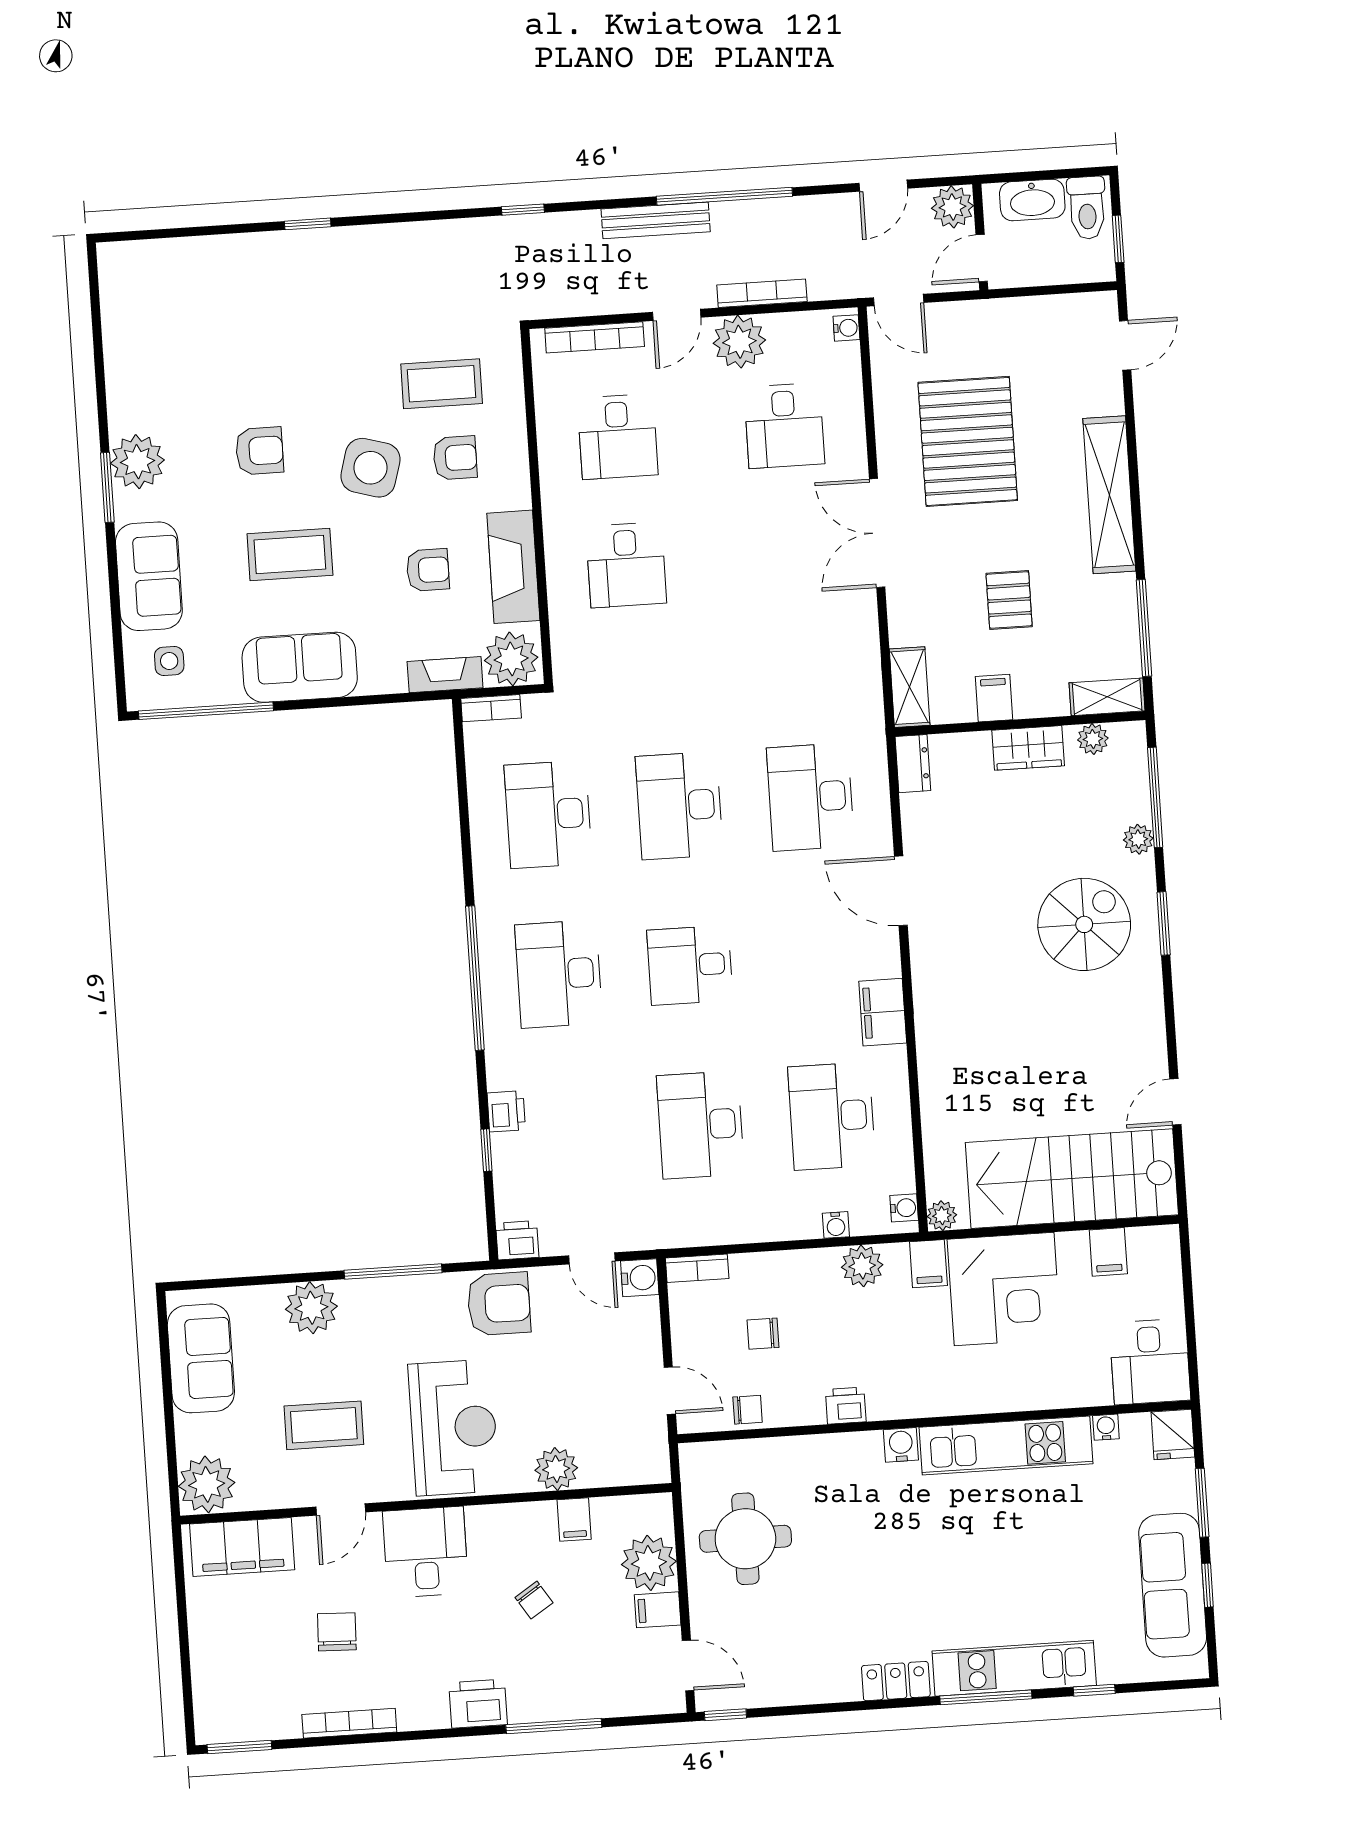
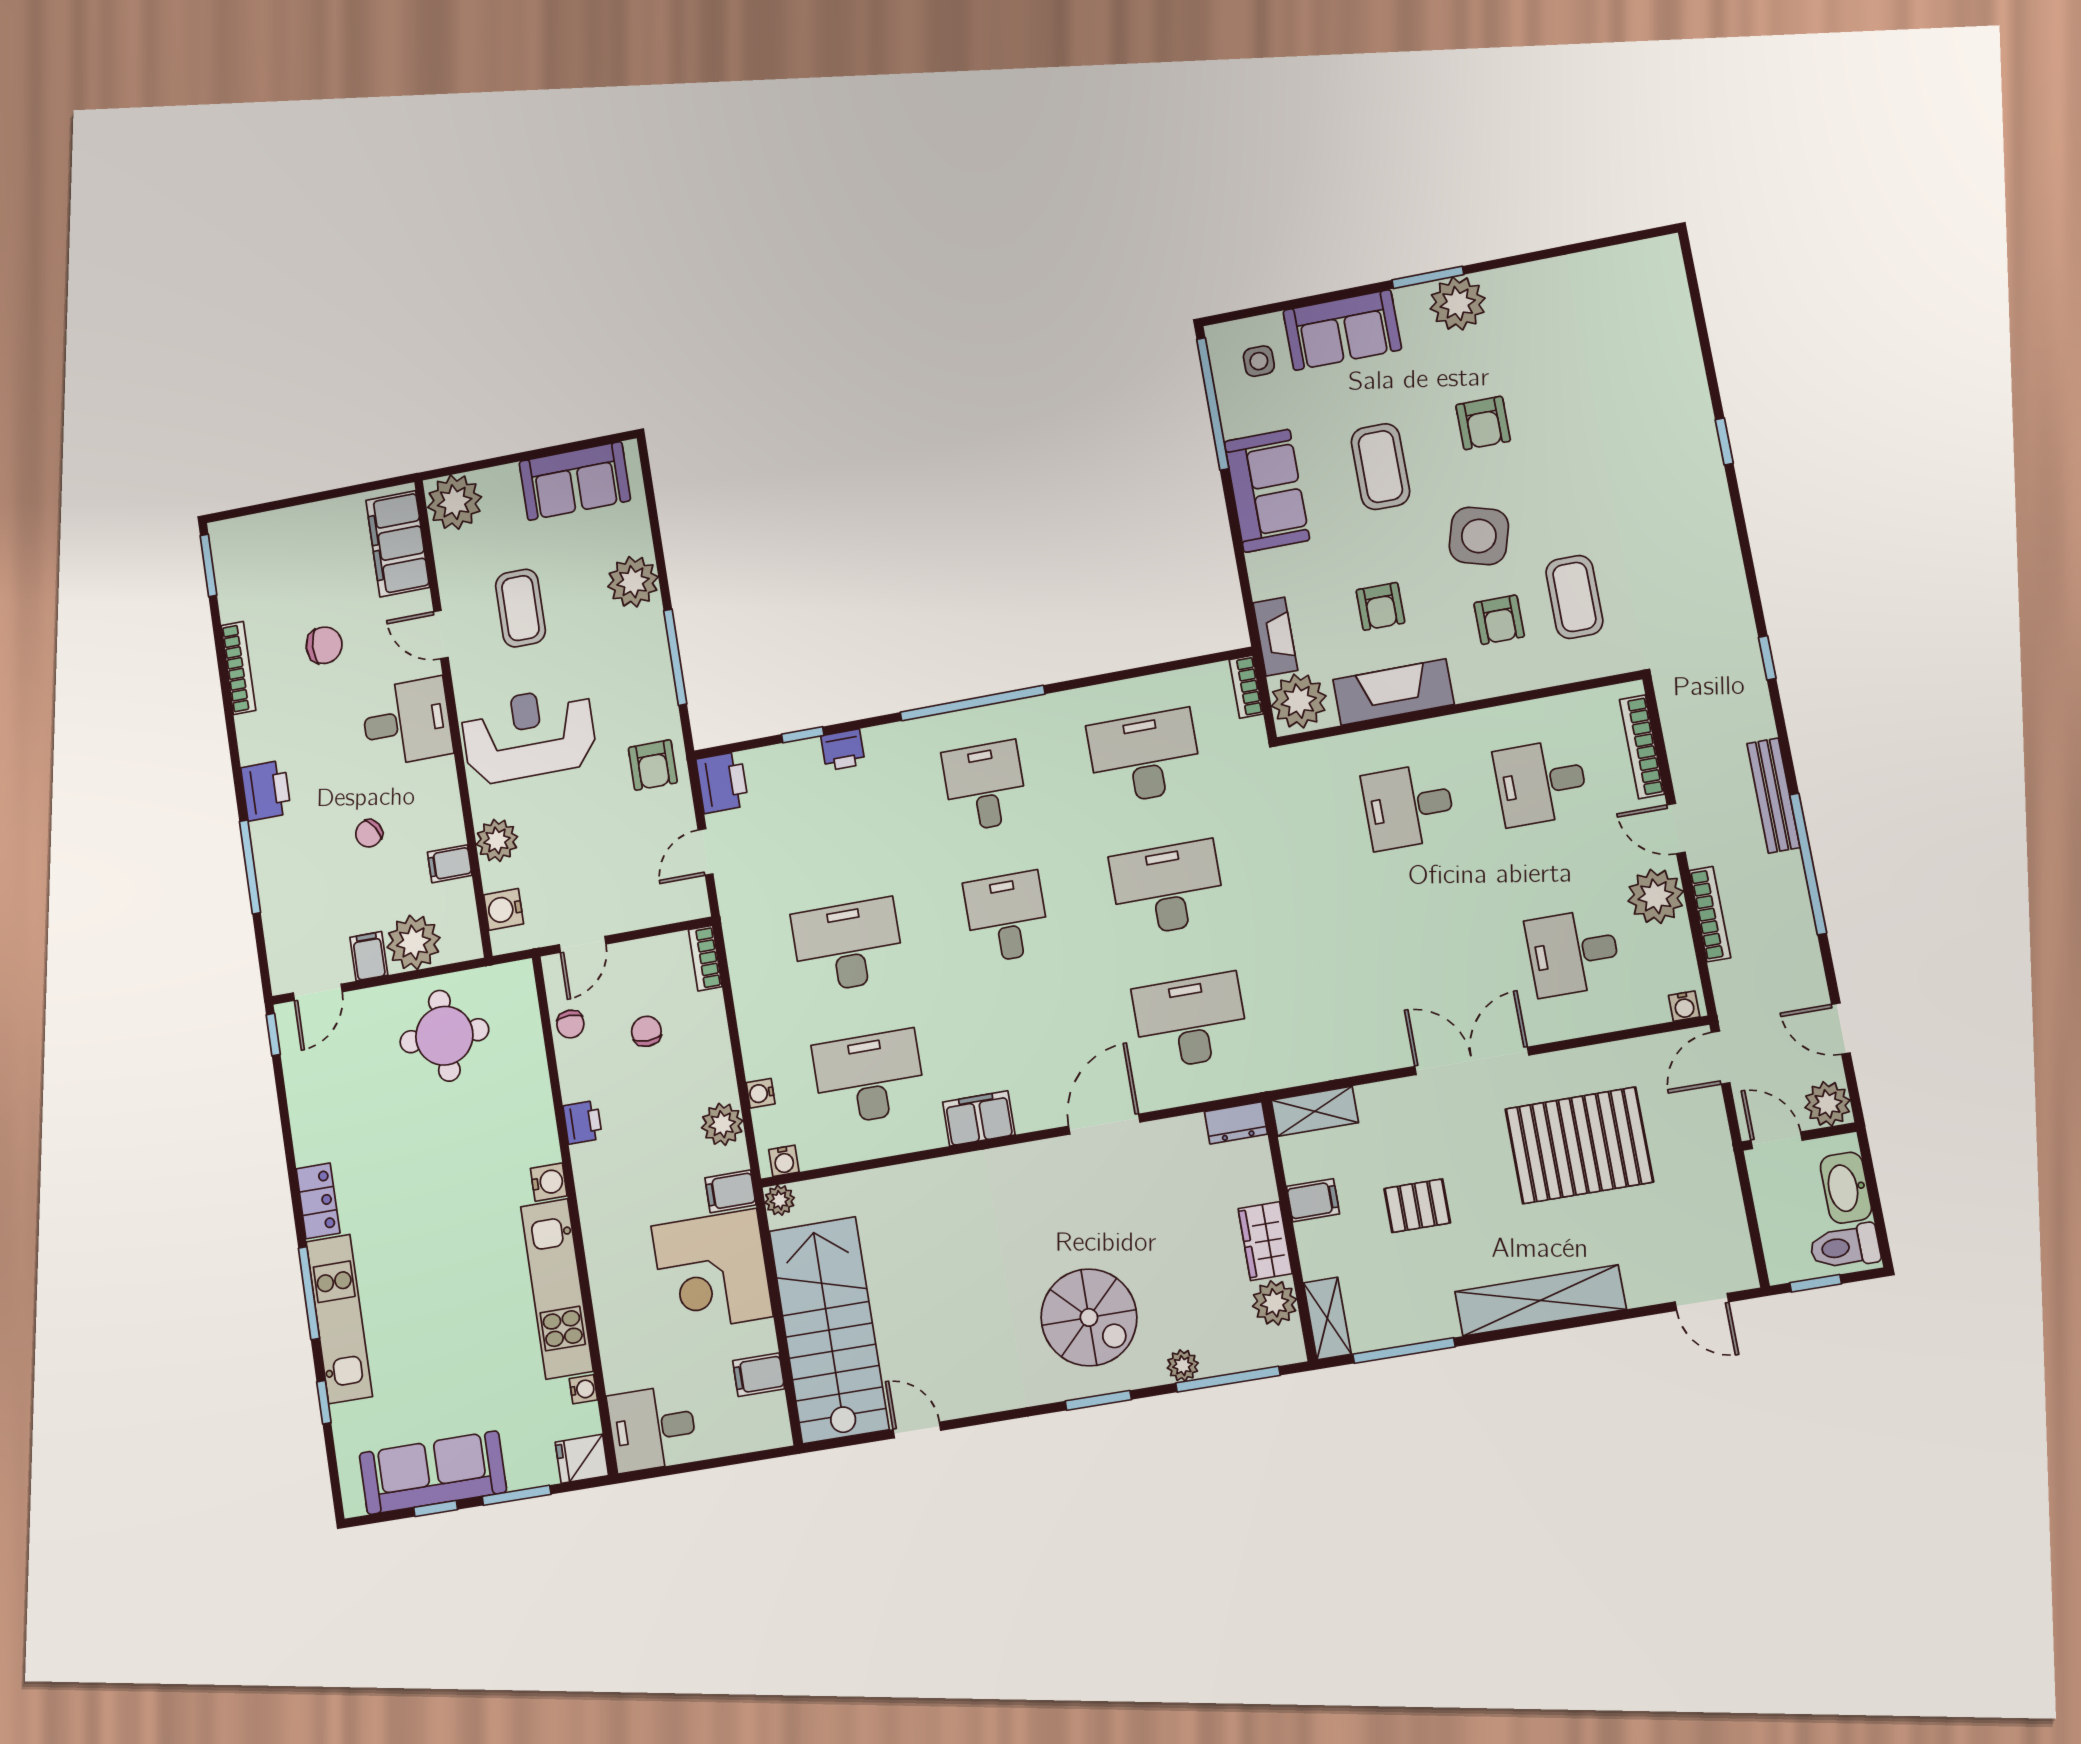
plant: (1093, 739) -> (1275, 1303), width x1.38, depth x1.38
desk: (559, 974) -> (985, 786), width x0.73
printer: (517, 1240) -> (722, 782), width x1.36, depth x1.24
water cooler: (640, 1278) -> (504, 909), moved, turned 90
armchair: (499, 1304) -> (653, 765), width x0.72, depth x0.72
reception desk: (454, 1428) -> (529, 735), turned 180

